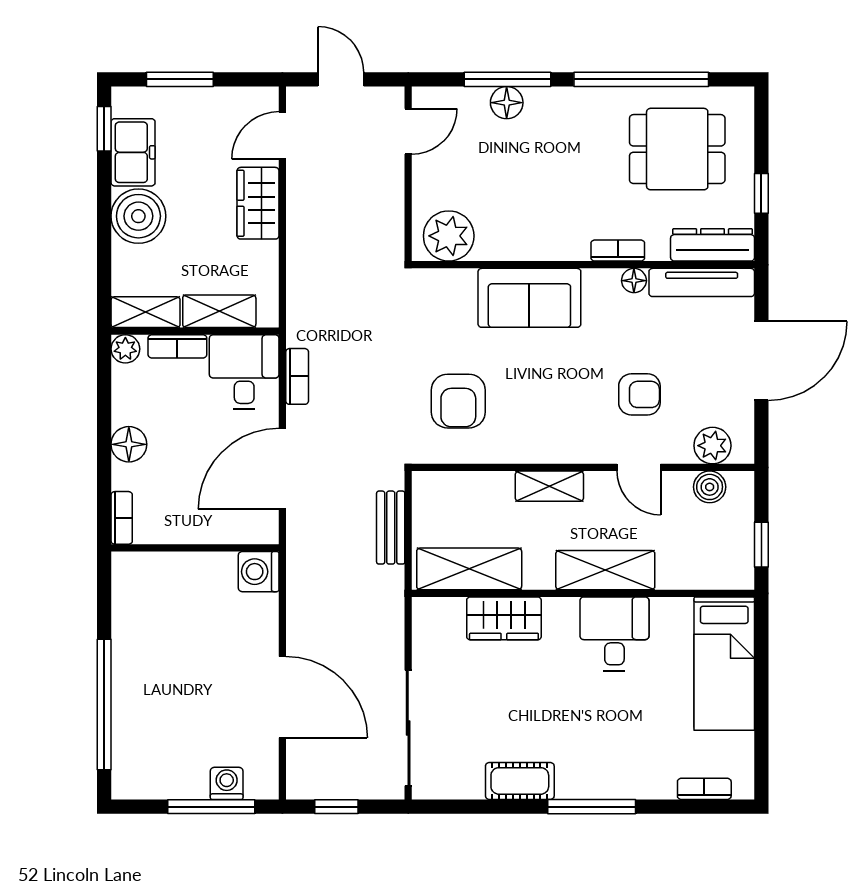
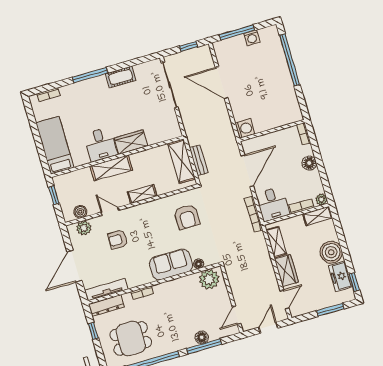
door: (341, 79) -> (268, 328), swing flipped
floor lamp: (634, 281) -> (199, 264), moved
shelving: (219, 311) -> (276, 242), moved, turned 90
bookcase: (297, 376) -> (254, 214), width x1.56
armchair: (458, 401) -> (187, 217), turned 180
shelving: (469, 569) -> (182, 161), moved, turned 90
wardrobe: (504, 618) -> (131, 142), moved
washing machine: (227, 783) -> (252, 38), moved

